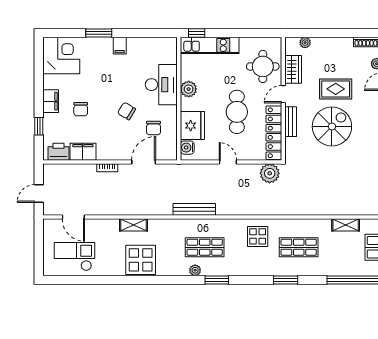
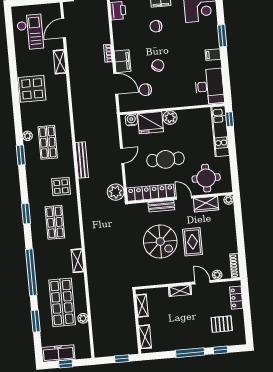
plant: (305, 43) -> (229, 200), moved
desk: (161, 85) -> (210, 86), moved, turned -90
plant: (189, 89) -> (170, 118), moved
filing cabinet: (83, 152) -> (122, 61), moved
bench: (194, 209) -> (82, 160), moved
shelving: (133, 225) -> (60, 62), moved

